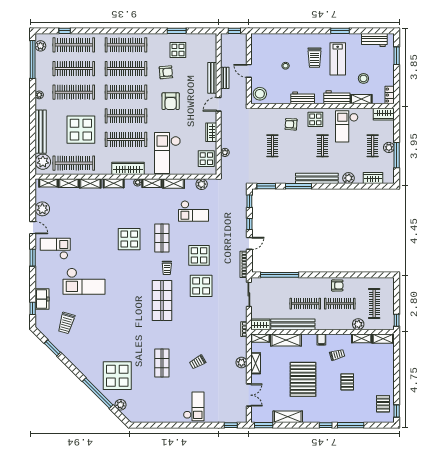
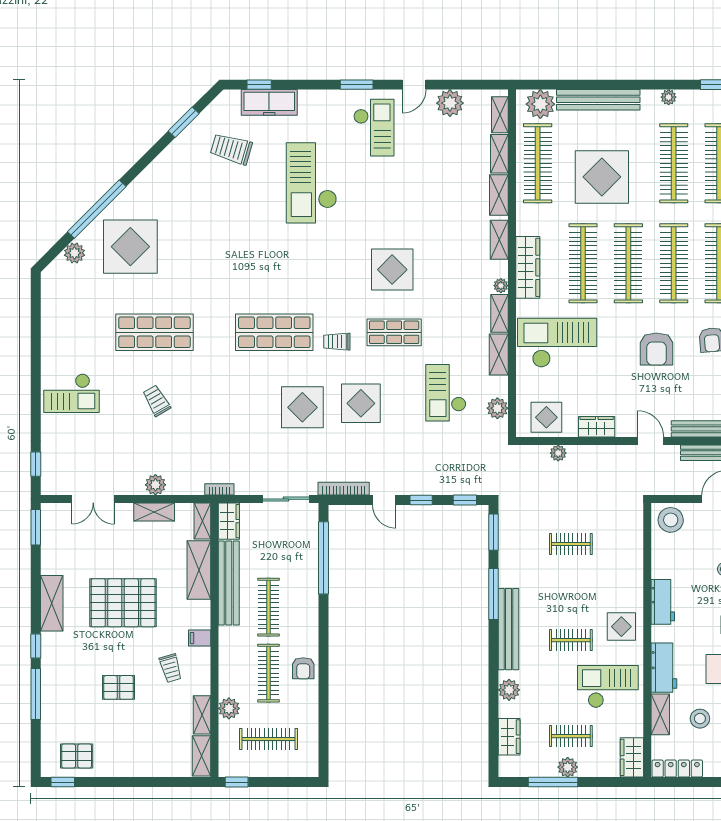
locker: (390, 95) -> (677, 769), width x1.53
armchair: (171, 101) -> (656, 349), turned -90
armchair: (291, 124) -> (612, 580), removed
freezer: (42, 299) -> (269, 102), width x1.40
shop shelf: (162, 363) -> (154, 332), width x1.43, depth x1.36
shelving: (288, 417) -> (52, 603), moved

